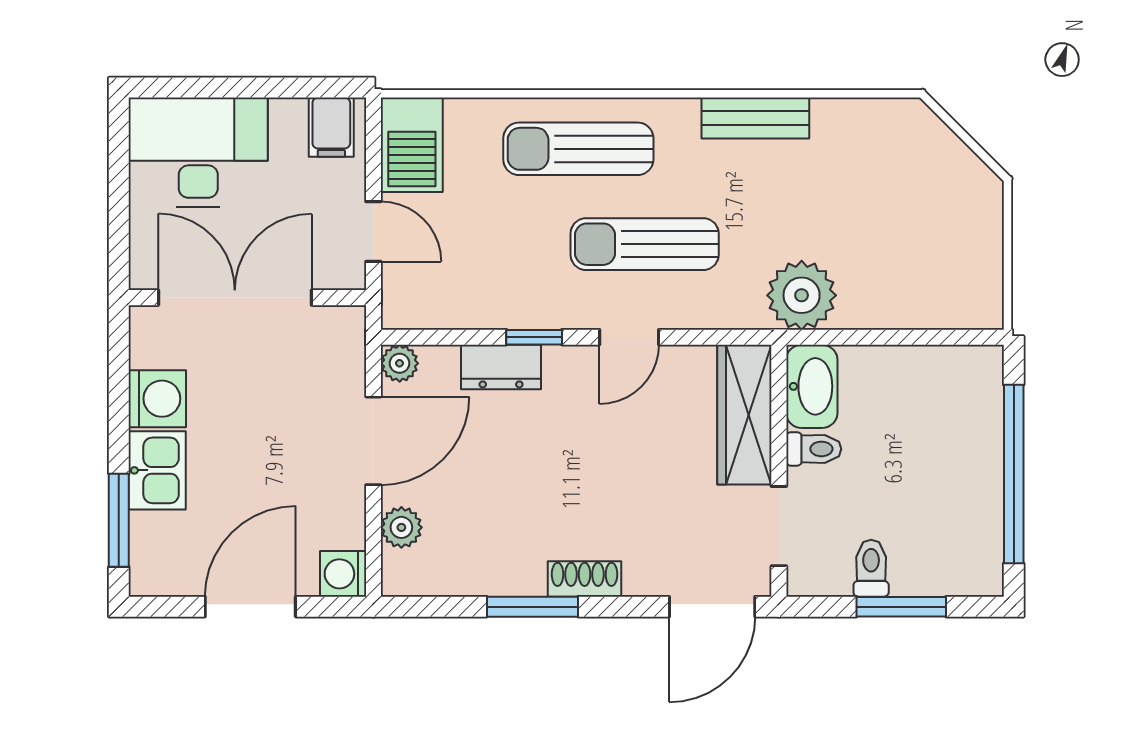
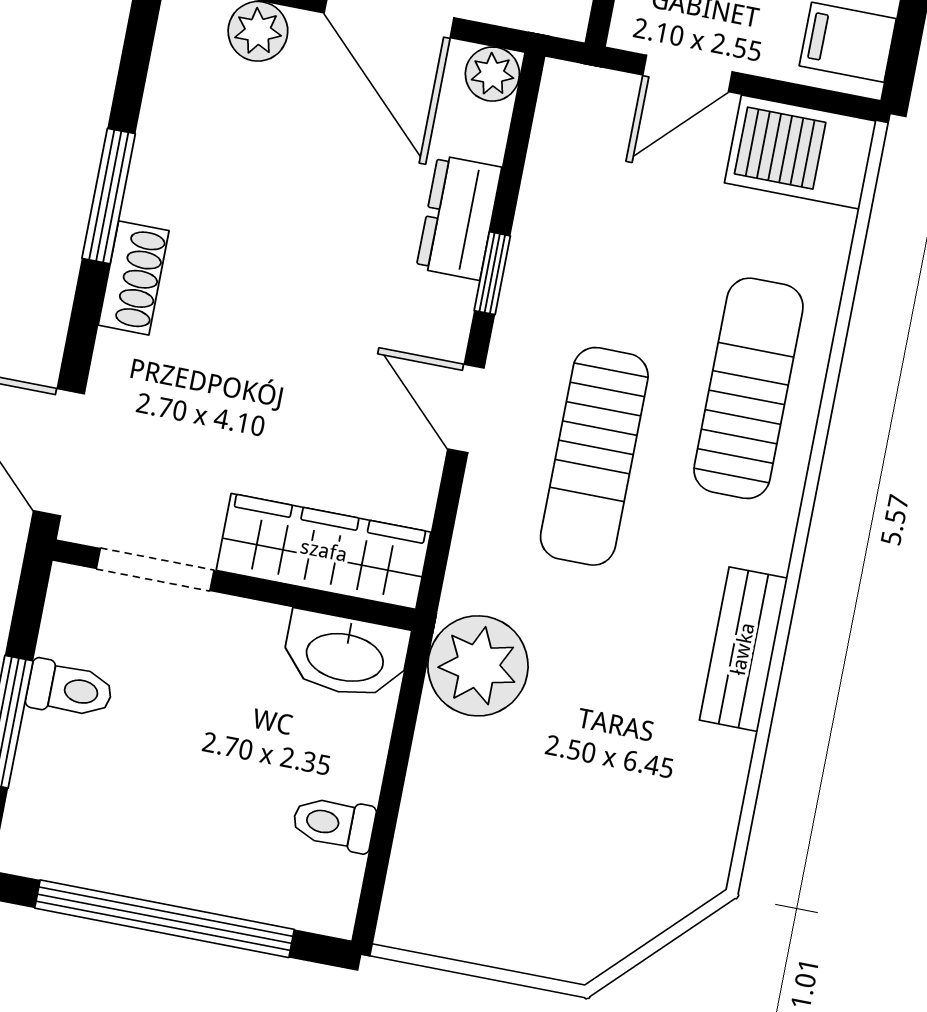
sun lounger: (645, 244) -> (594, 456), turned 180
toilet: (814, 449) -> (334, 824), moved, turned 90

